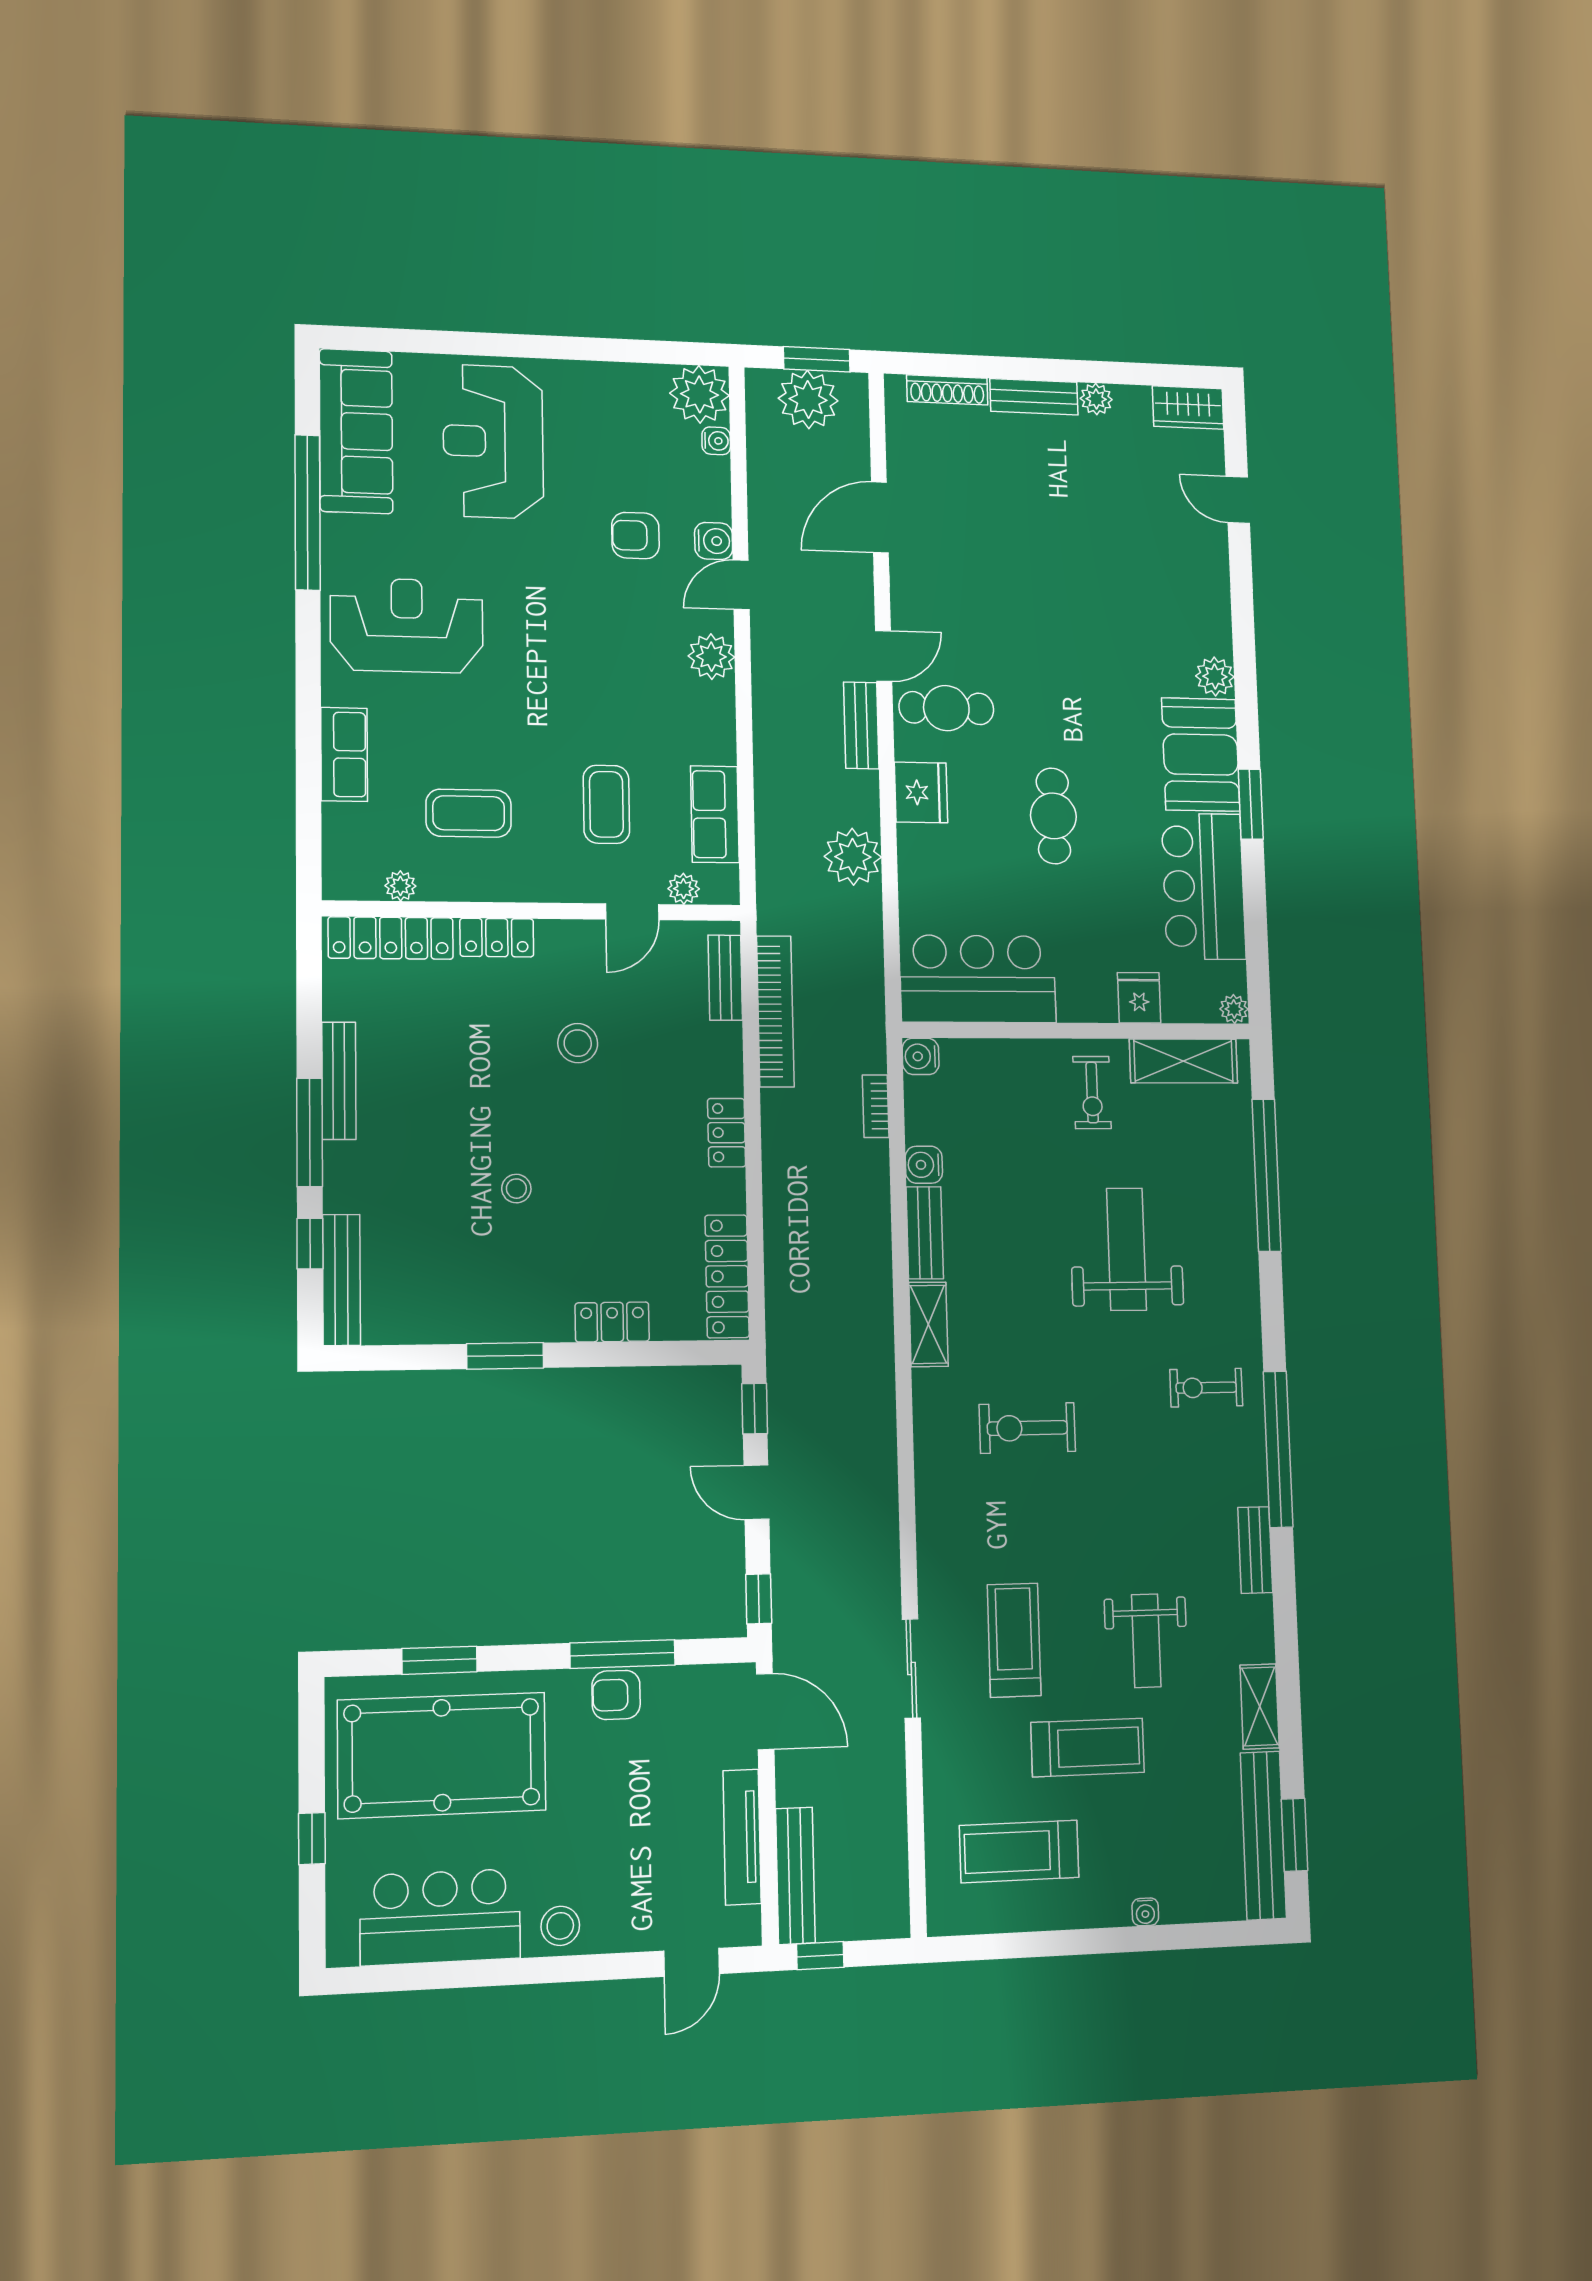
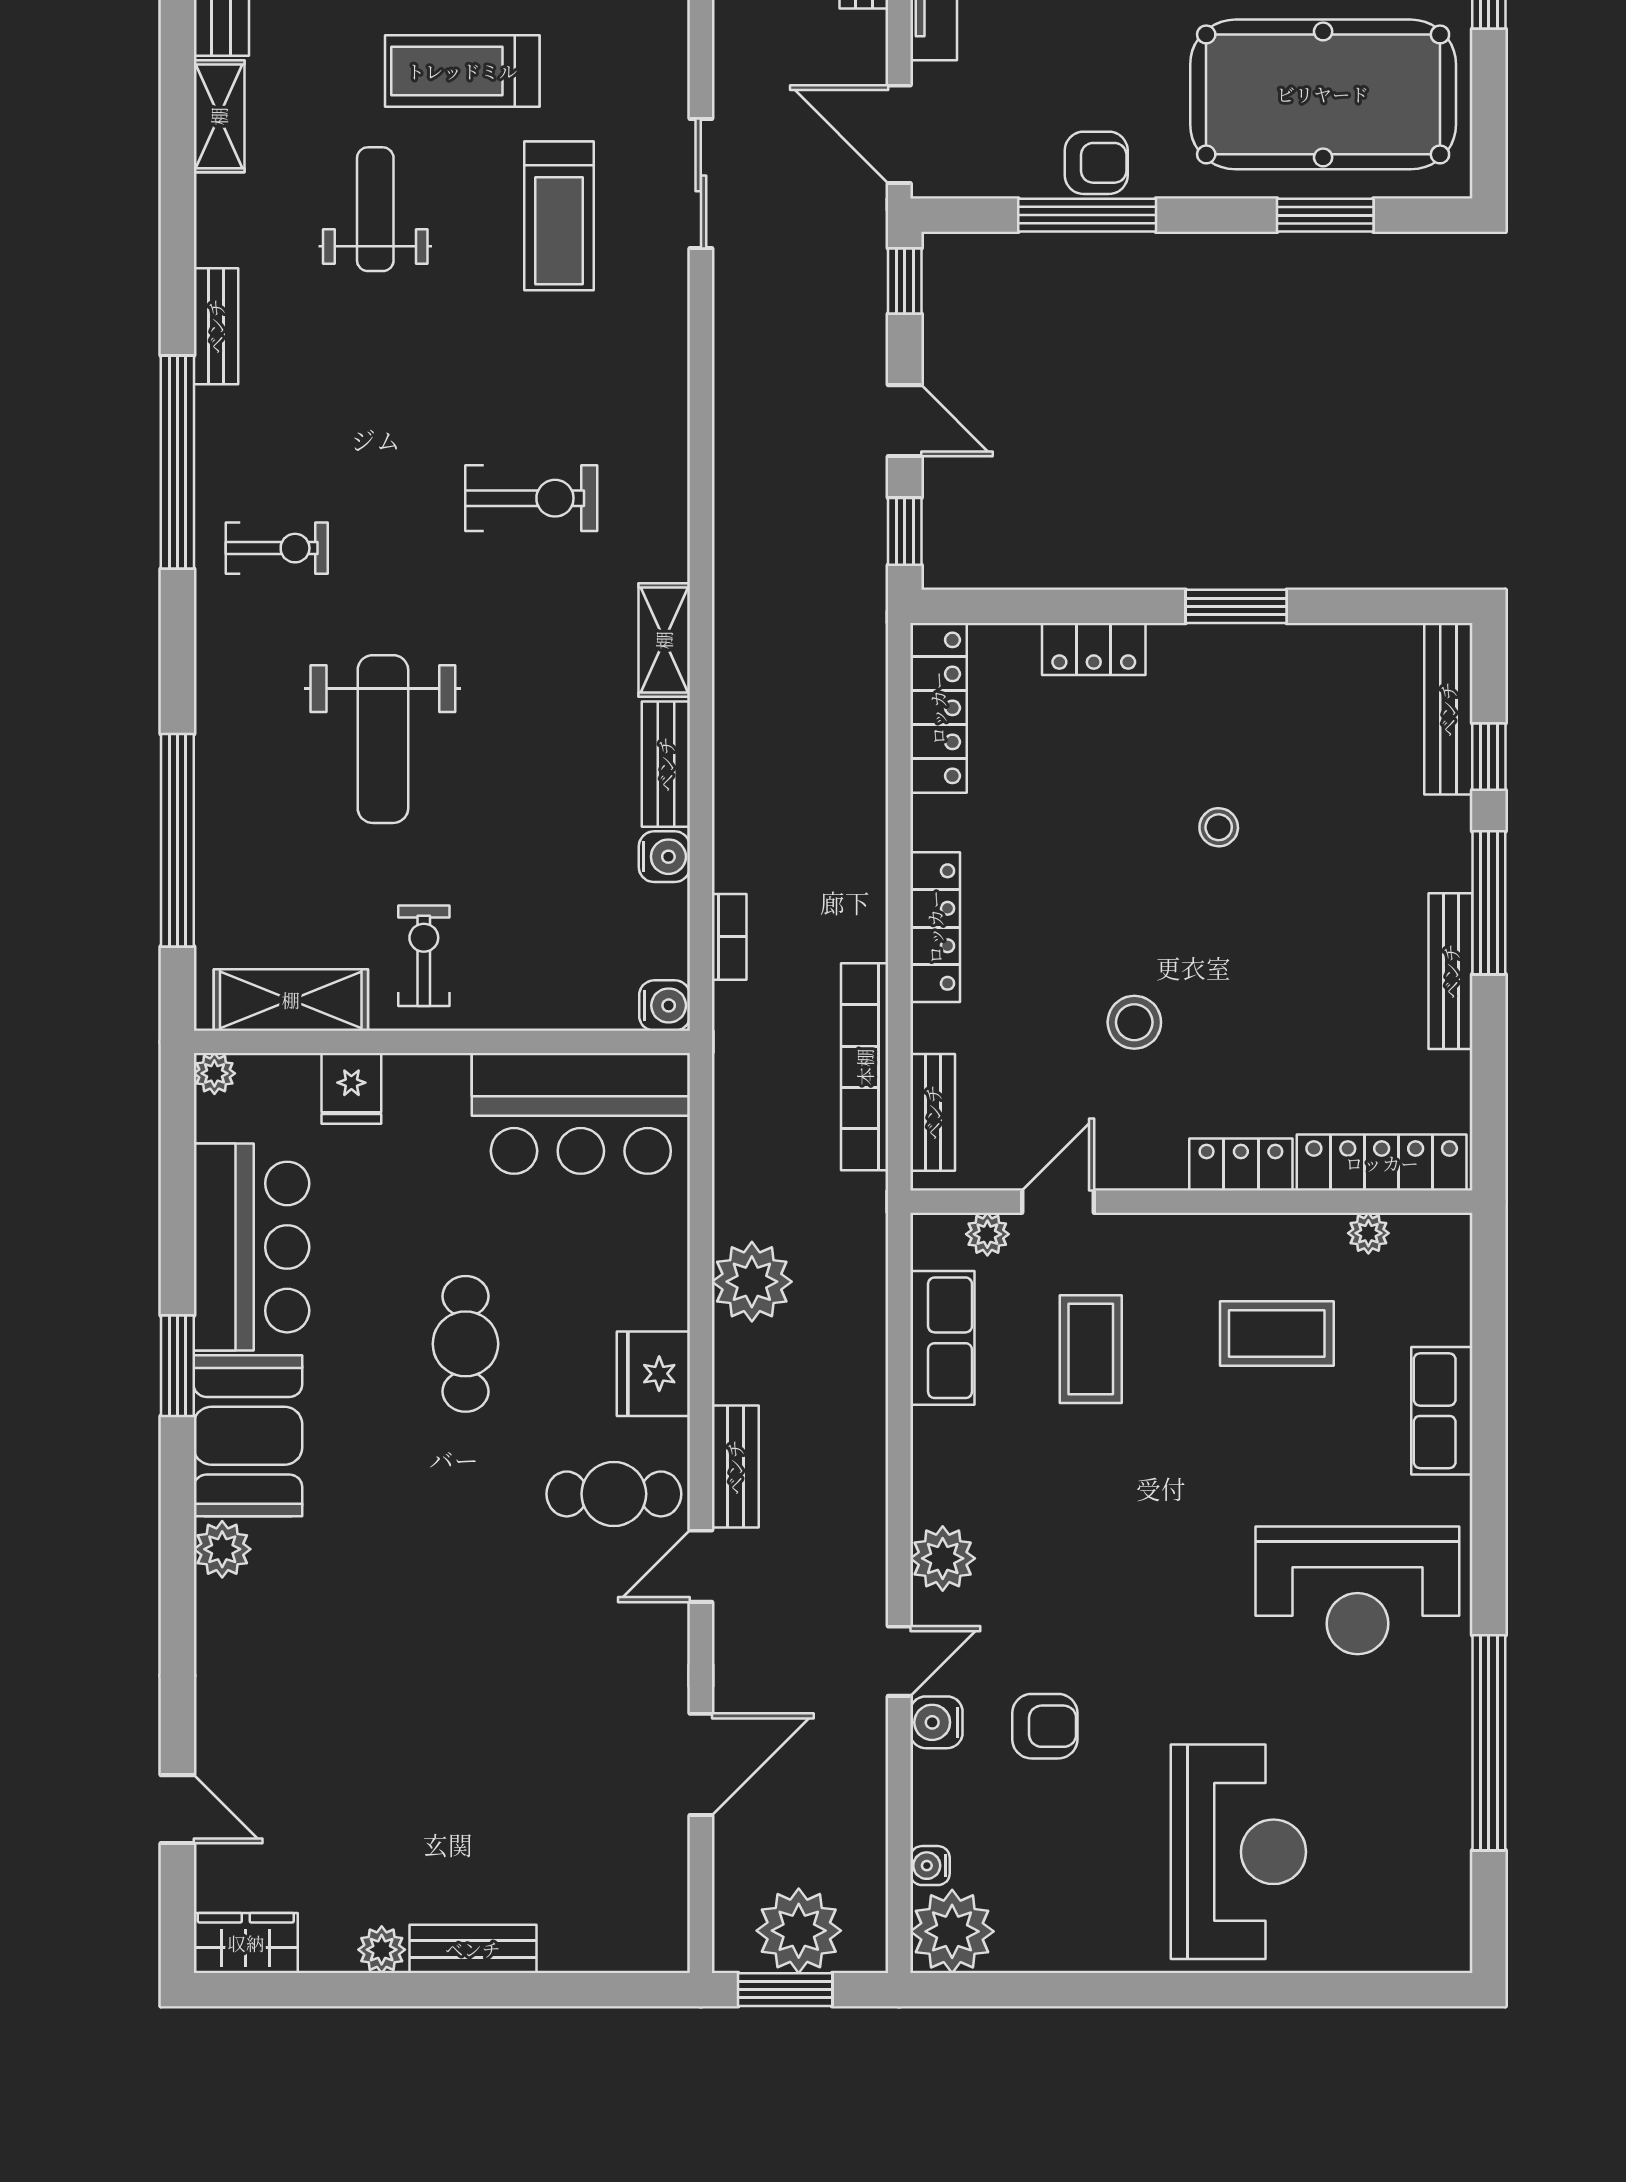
shoe rack: (947, 390) -> (599, 1953), removed
sofa: (356, 431) -> (1424, 1859), removed
locker: (727, 1133) -> (935, 927), width x1.53

